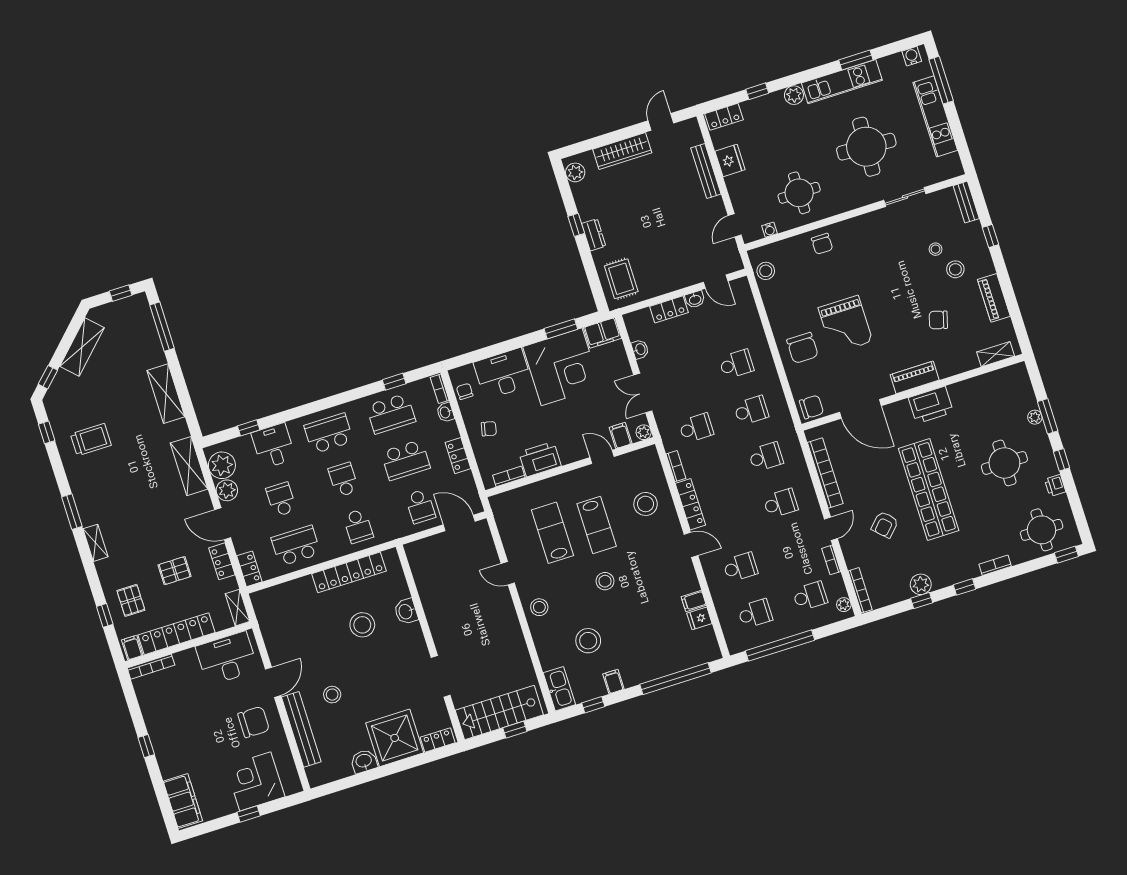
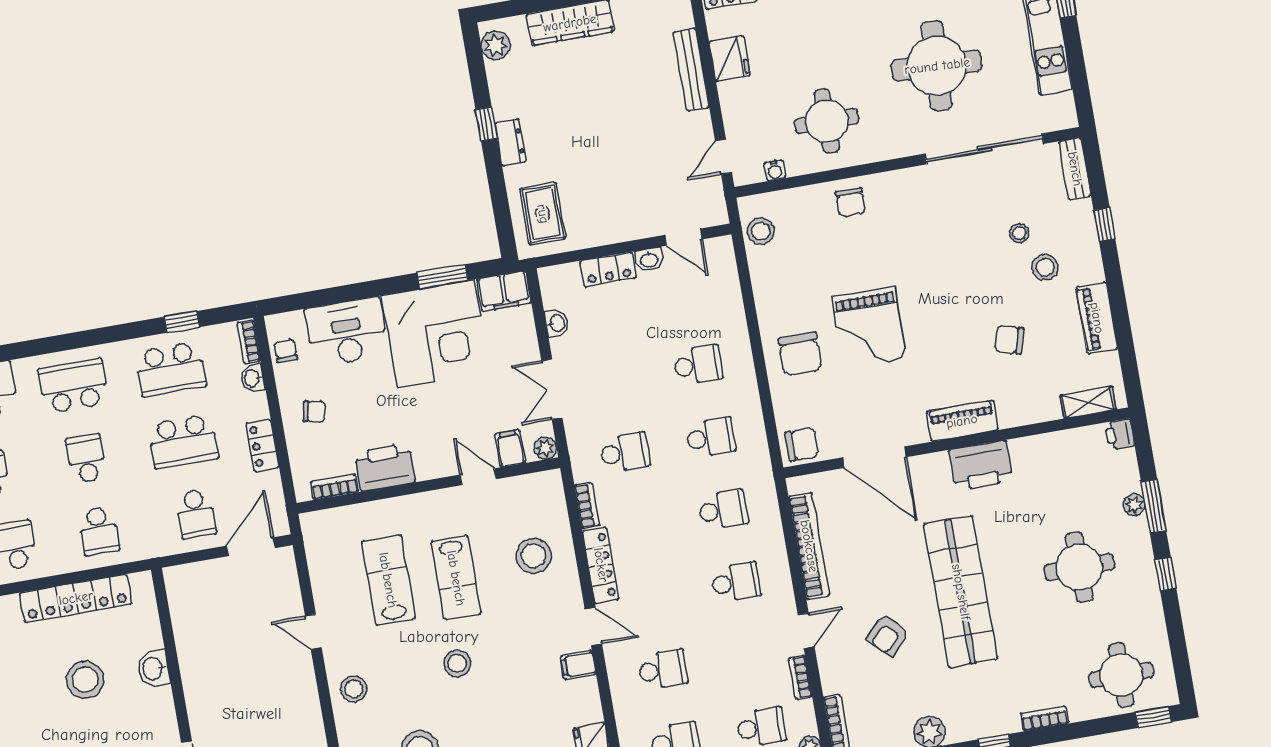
sliding door: (905, 197) -> (984, 149), width x1.86
printer: (1055, 485) -> (1120, 434), moved
door: (459, 523) -> (251, 547), hinge flipped
filing cabinet: (694, 601) -> (578, 665), moved

